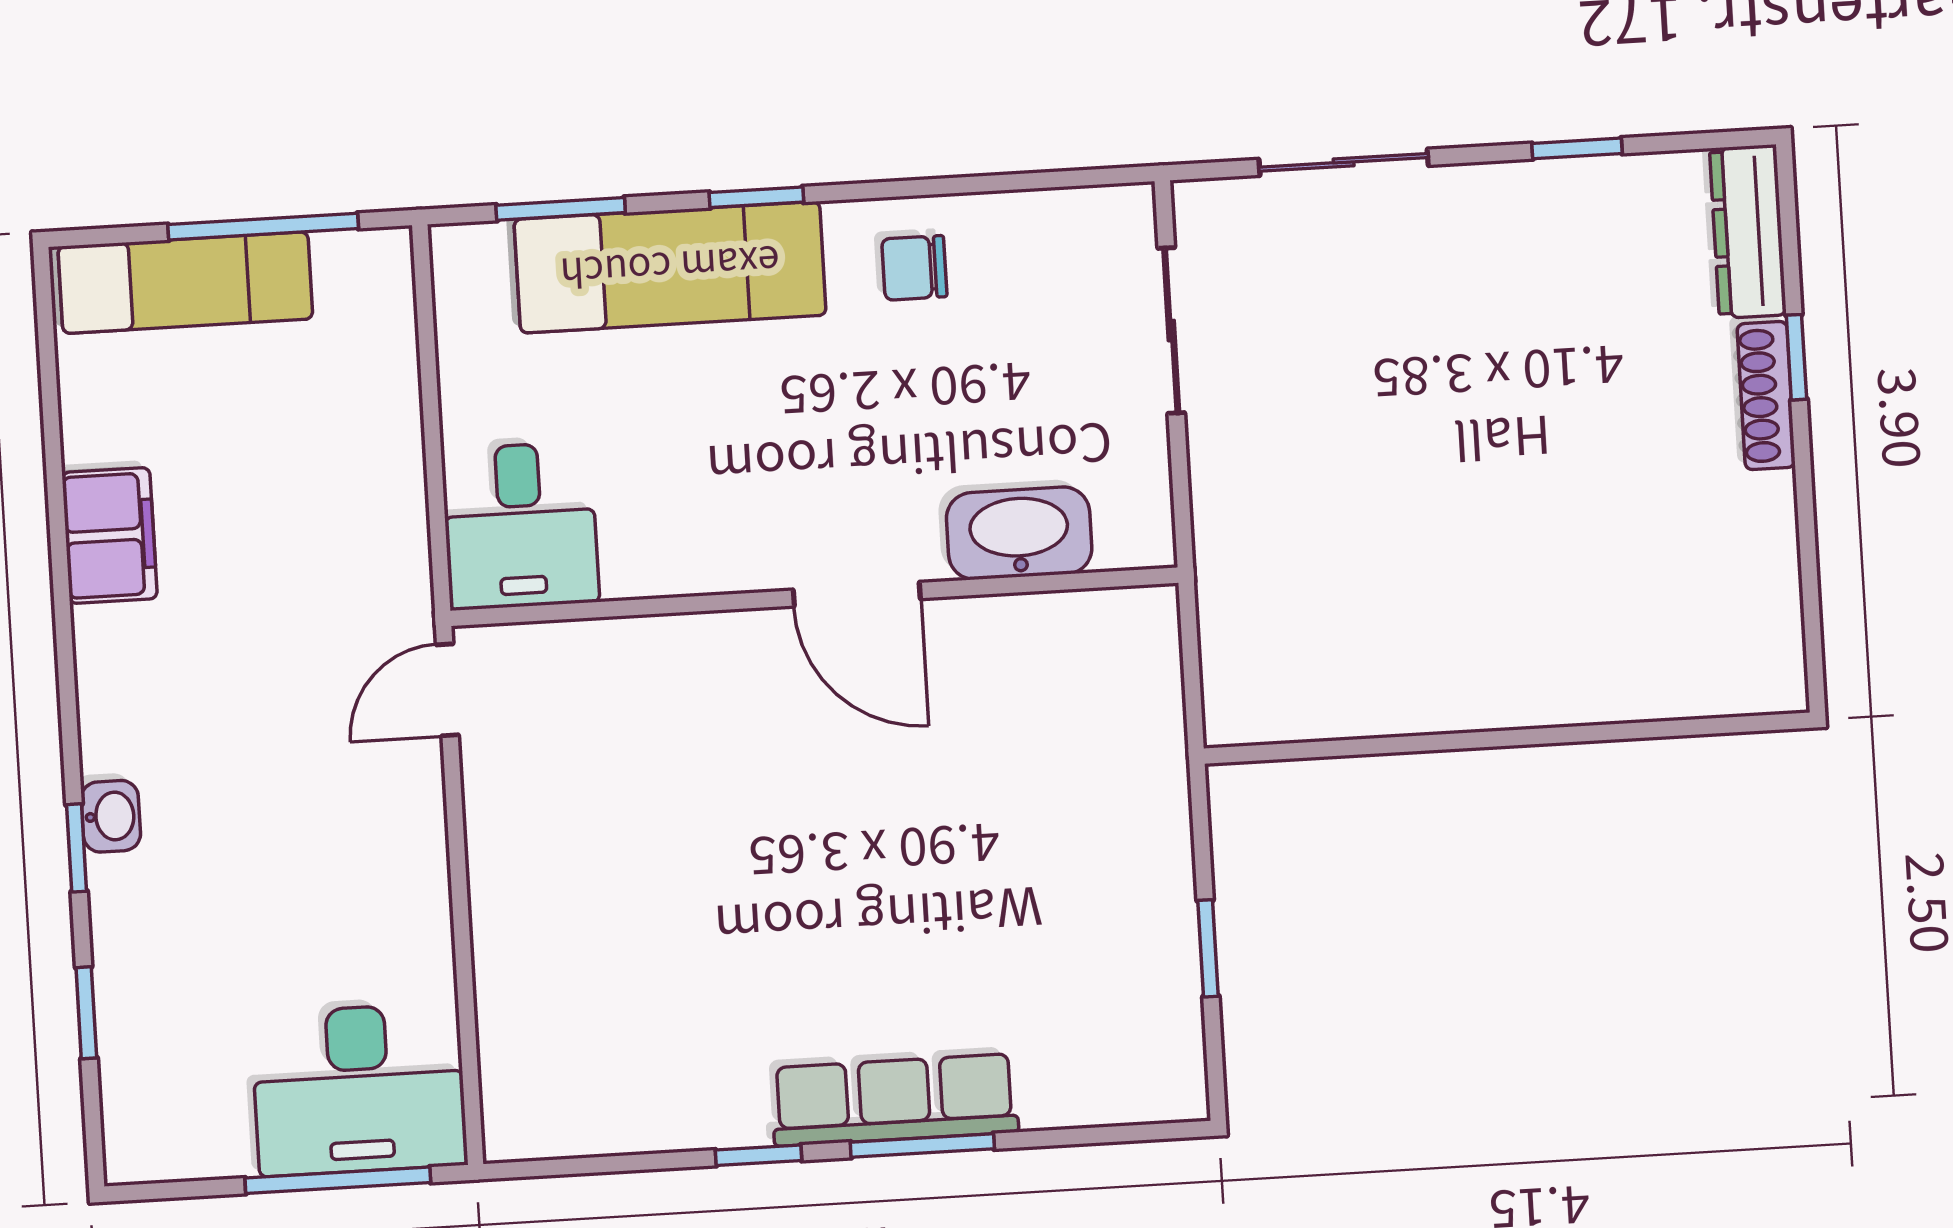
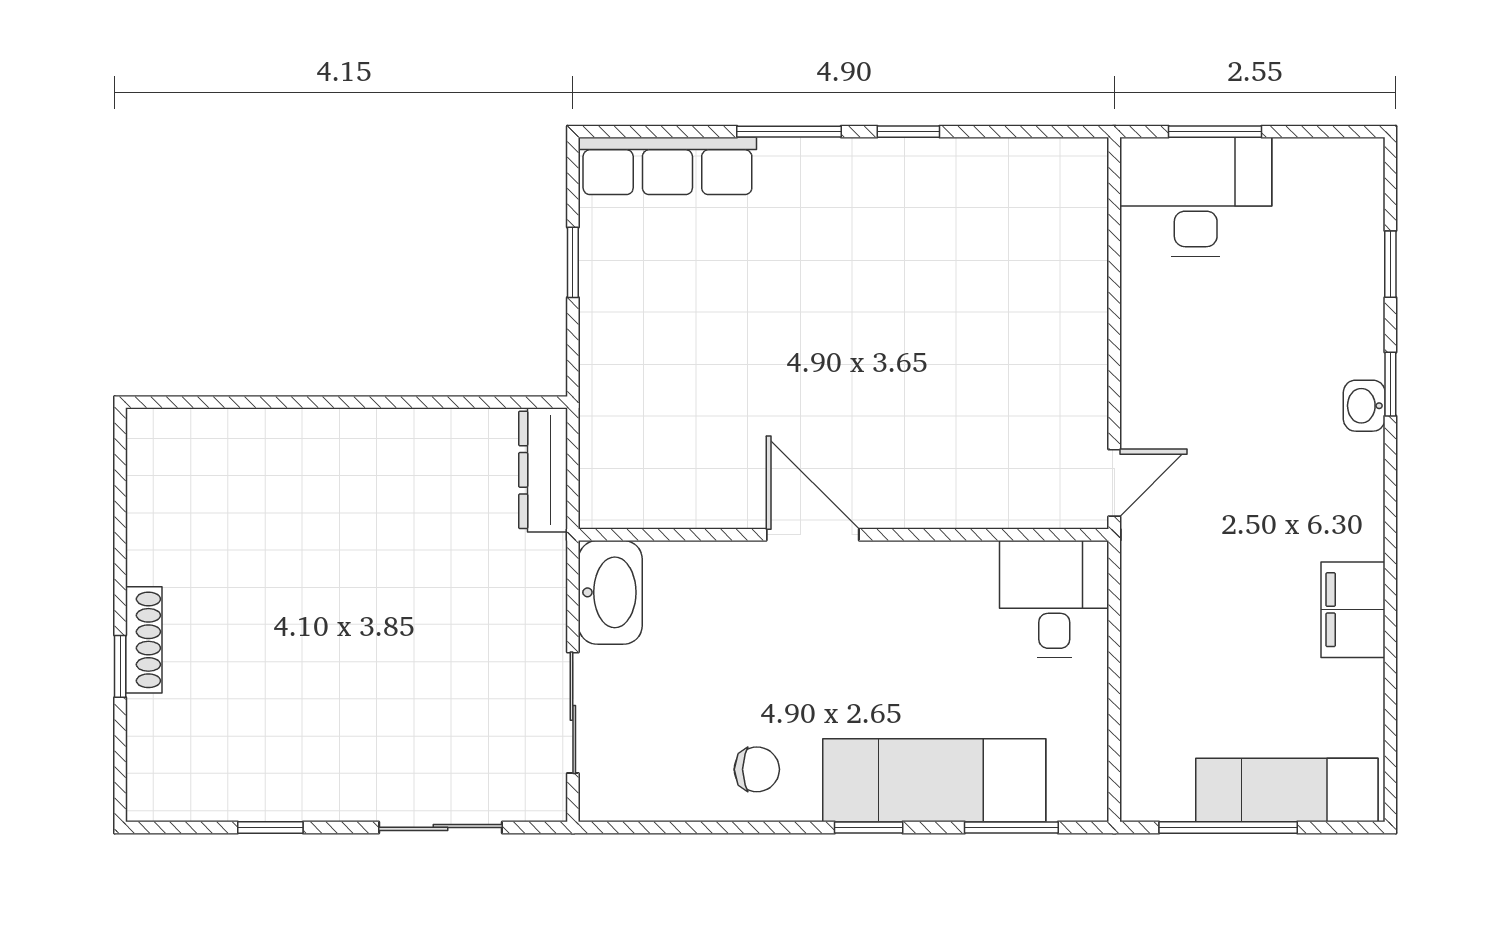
dresser: (1748, 232) -> (543, 470), moved, turned 180
washbasin: (1019, 533) -> (610, 592), moved, turned -90
row of seats: (894, 1100) -> (667, 166), moved
window: (338, 1180) -> (1215, 132), width x0.69

